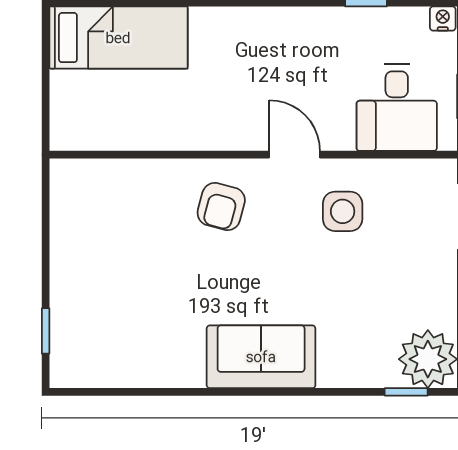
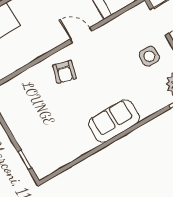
side table: (343, 211) -> (149, 56), moved

